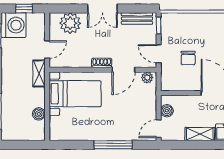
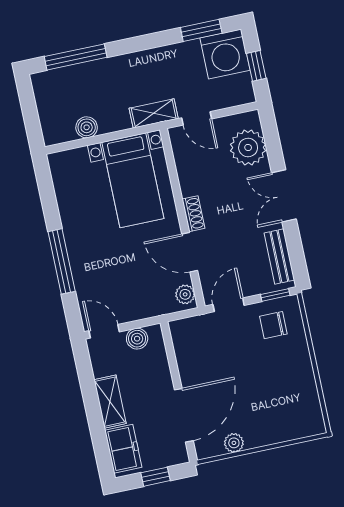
chair: (188, 58) -> (273, 325), moved

